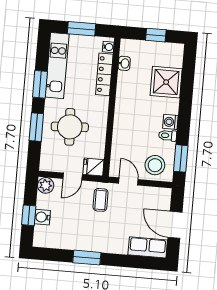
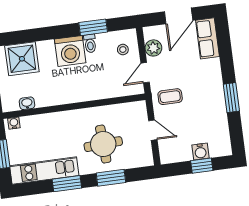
locker: (104, 74) -> (43, 121), removed
shower: (166, 82) -> (22, 59), moved
washing machine: (170, 122) -> (70, 51), width x1.89, depth x1.89
window: (181, 158) -> (93, 27), moved
stool: (155, 165) -> (123, 50), width x0.53, depth x0.53
fridge: (93, 167) -> (138, 111), removed
plant: (46, 185) -> (153, 48), moved

